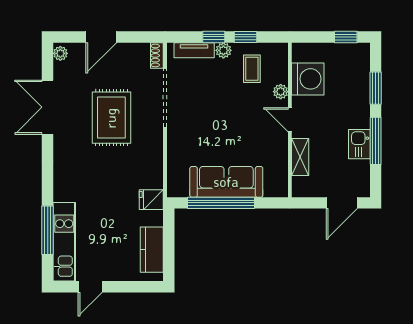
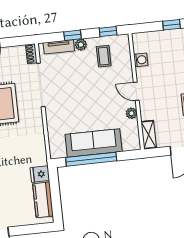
window: (245, 37) -> (108, 32), moved
washing machine: (308, 79) -> (141, 60), width x0.53, depth x0.53
plant: (281, 92) -> (131, 113), moved
shelving: (300, 157) -> (149, 135), moved
fridge: (151, 200) -> (40, 174), moved

